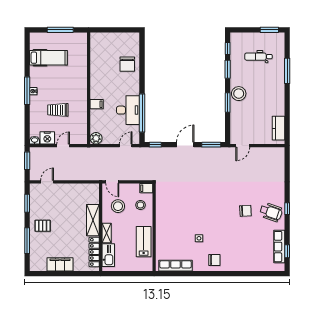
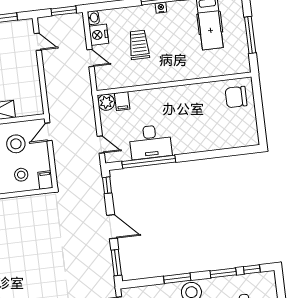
chair: (127, 64) -> (236, 97), moved
filing cabinet: (97, 104) -> (122, 101), moved

